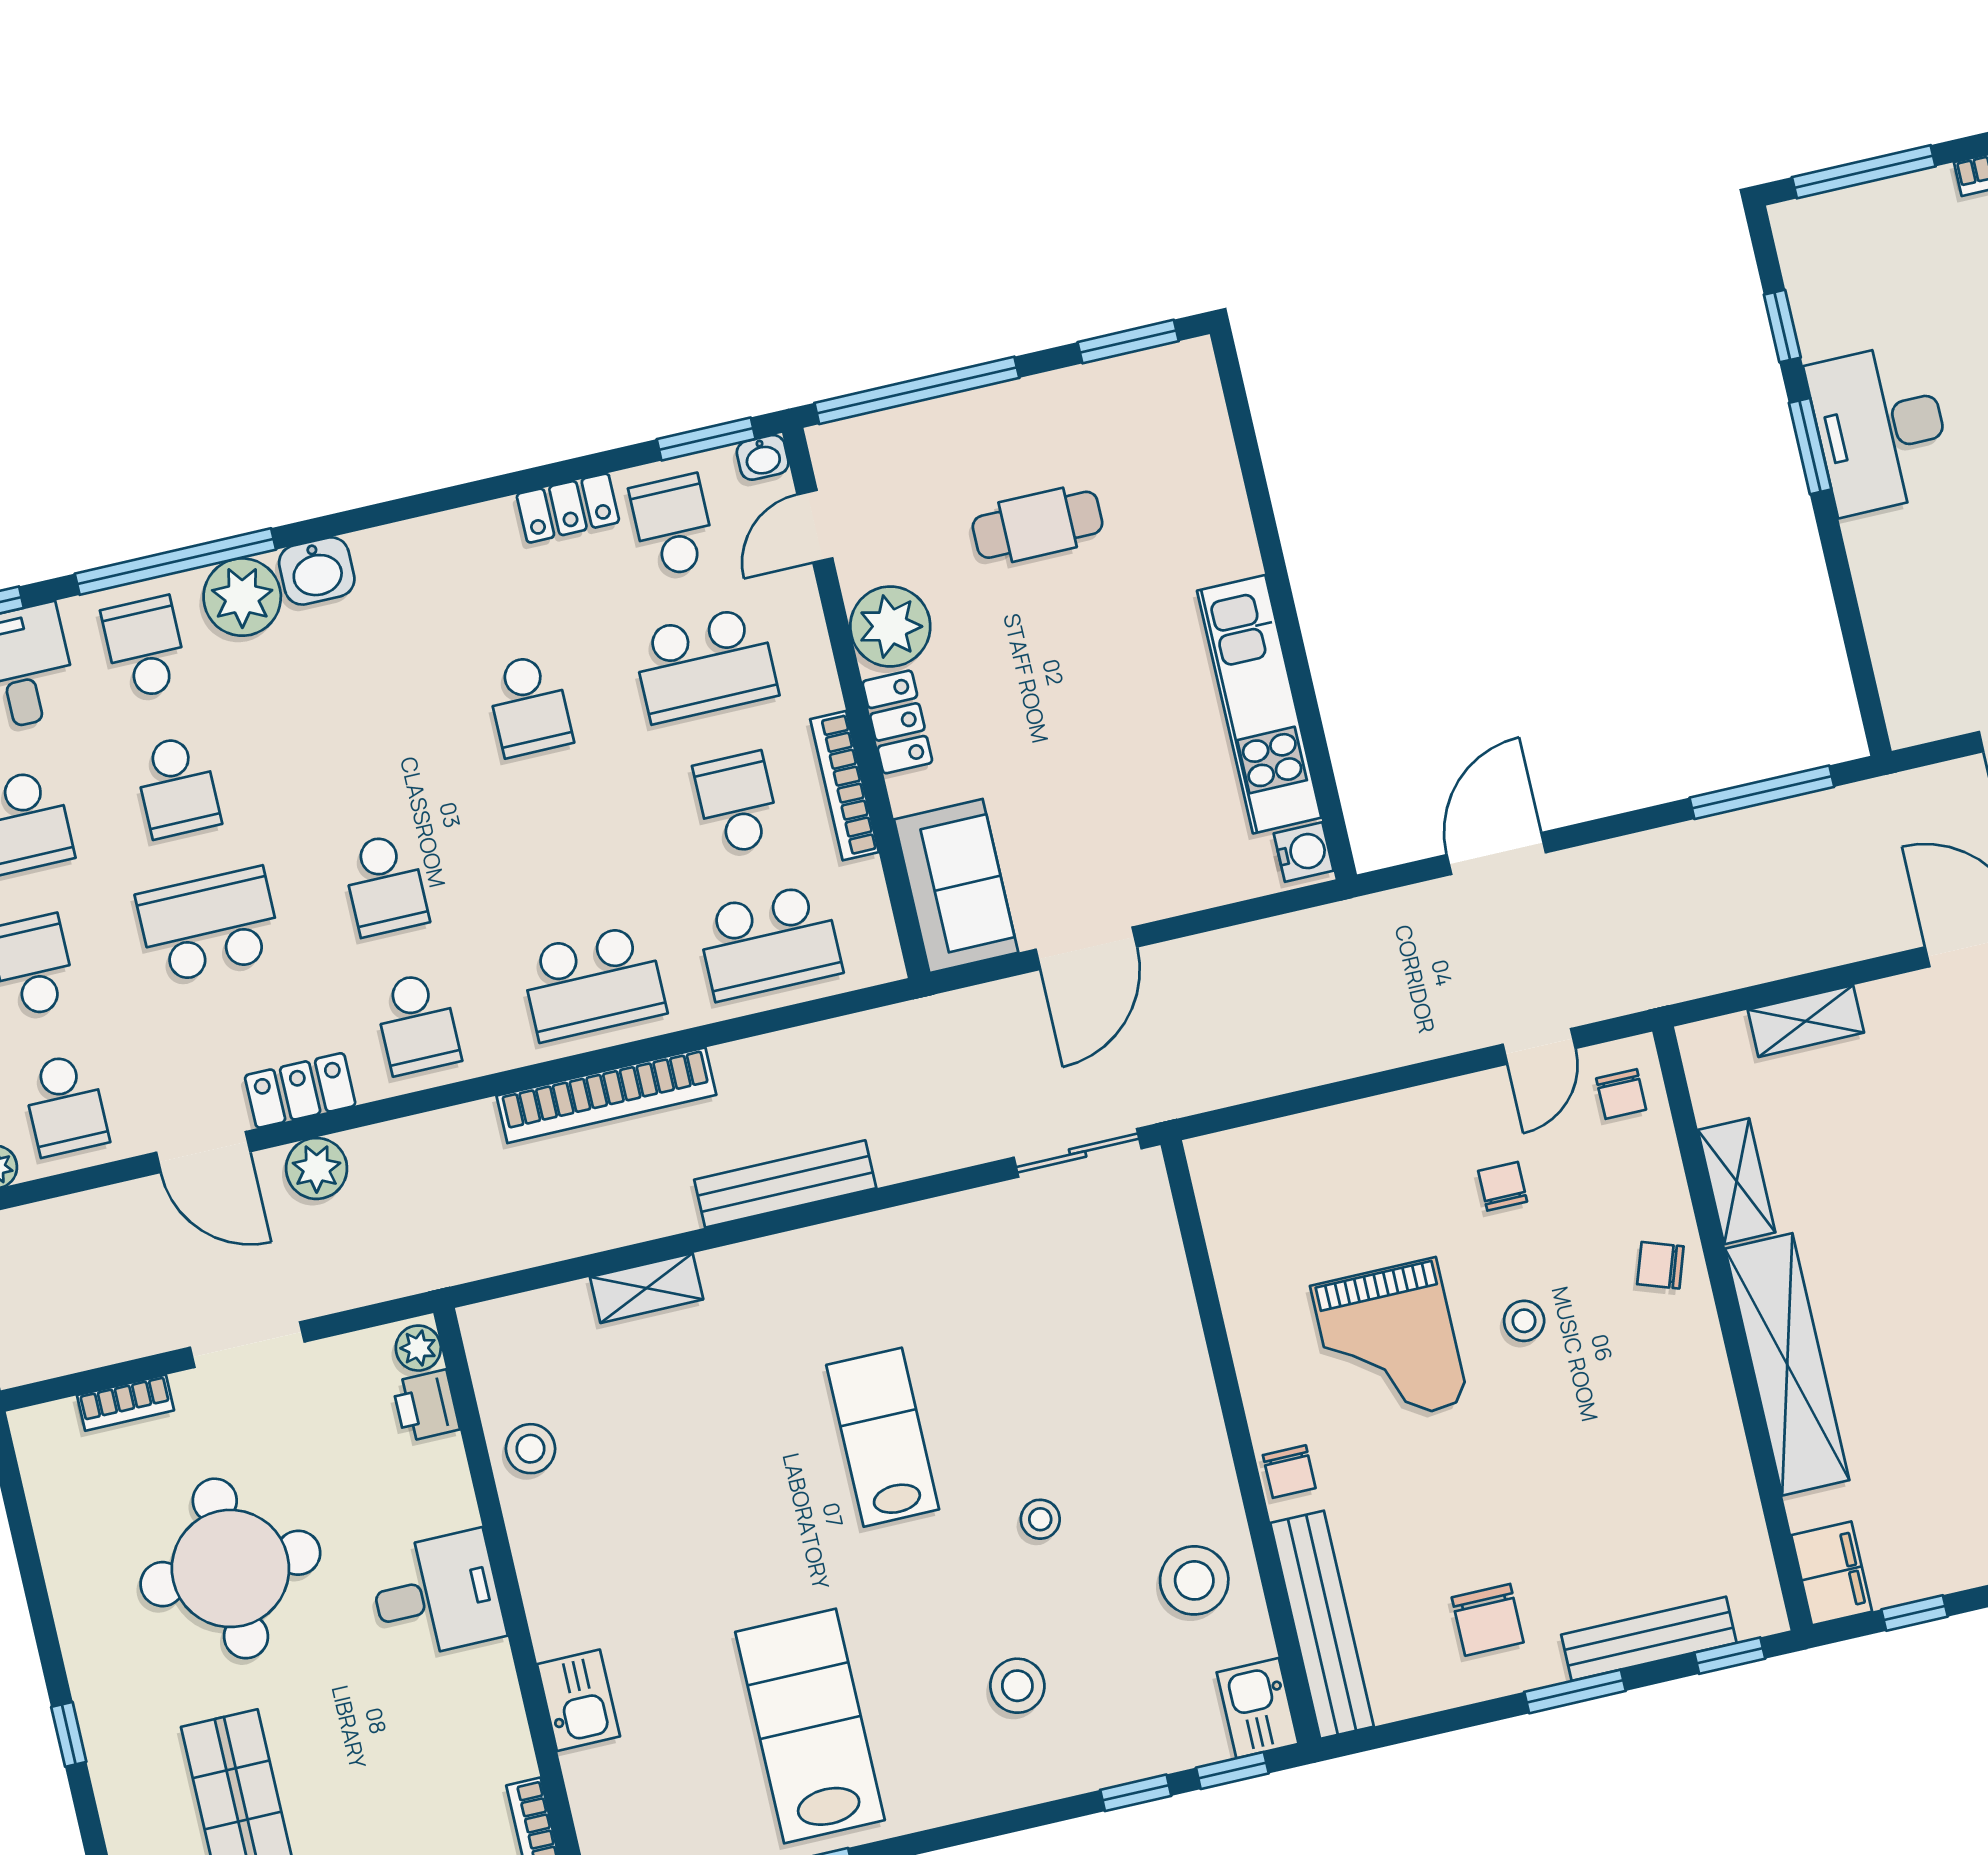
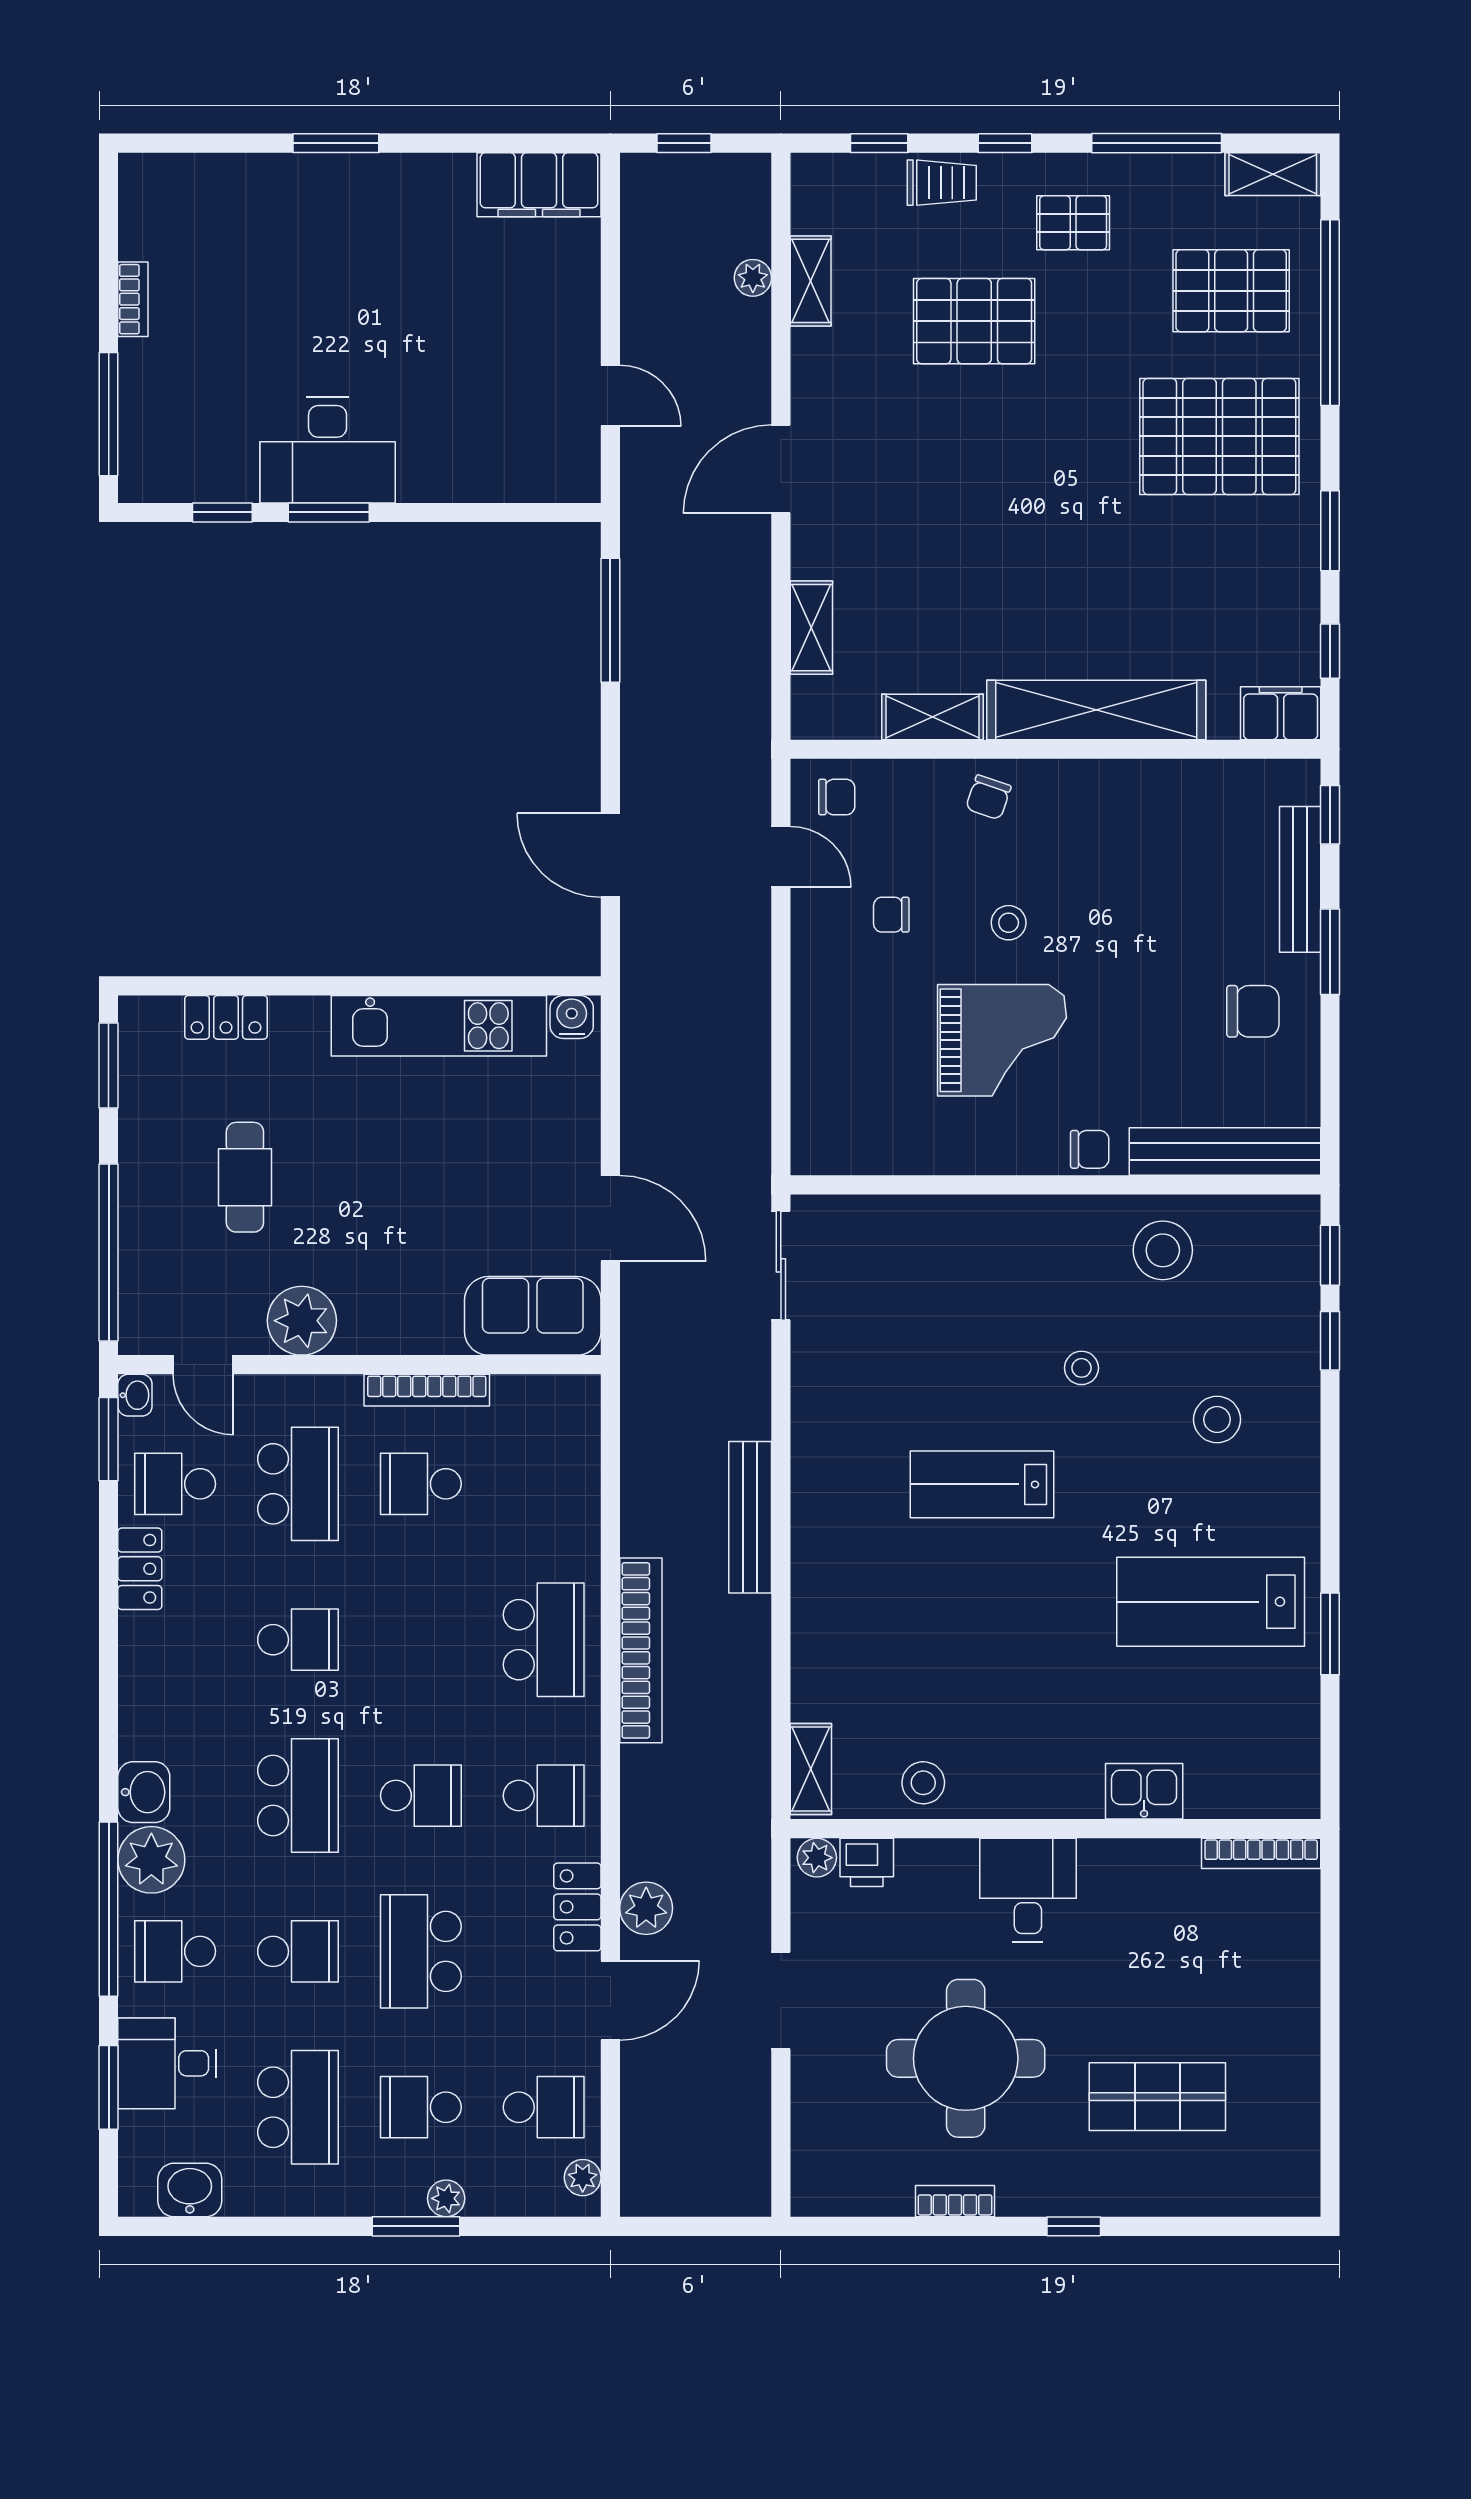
locker: (897, 722) -> (226, 1017), moved, turned 180
school desk: (769, 942) -> (298, 1796), moved
shelving: (647, 1288) -> (811, 1769), moved
bookcase: (125, 1403) -> (955, 2201), moved, turned -90
kitchen sink: (1258, 1708) -> (1282, 1222), removed

